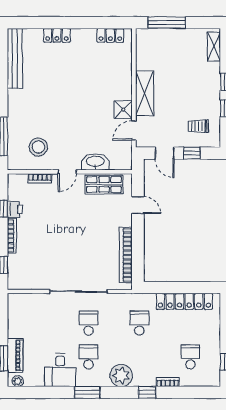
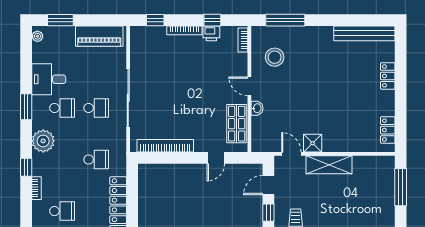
washbasin: (95, 162) -> (257, 108), width x0.52, depth x0.69
bookcase: (40, 178) -> (243, 40), moved
piano: (15, 355) -> (99, 36), moved, width x1.37, depth x1.33

